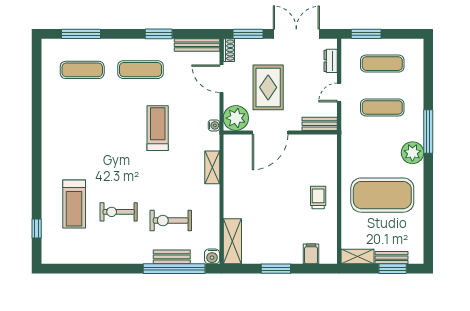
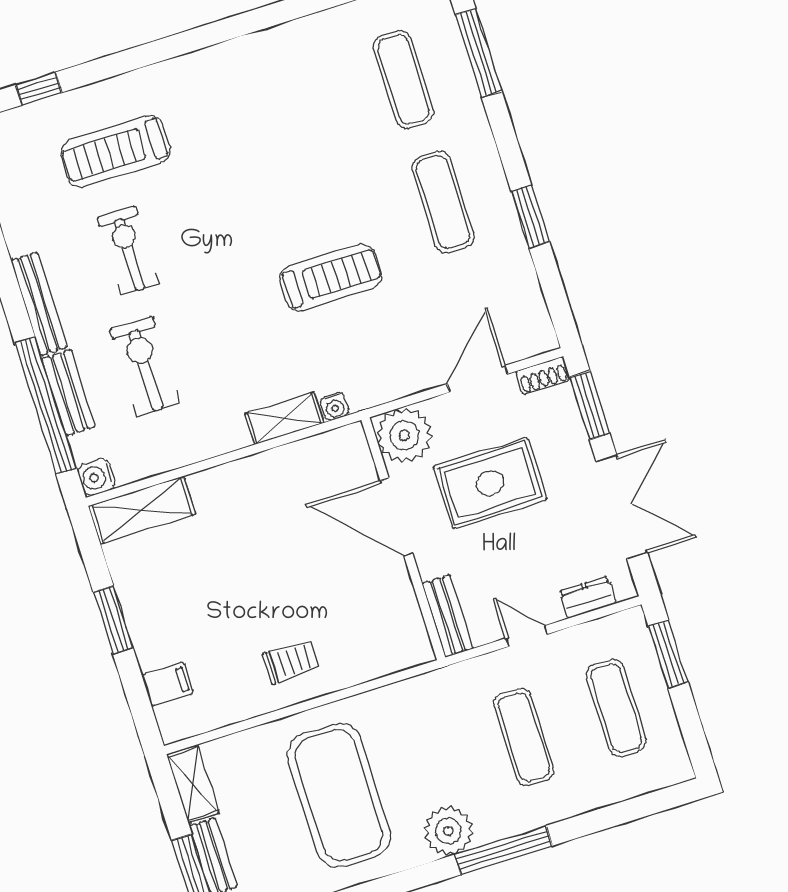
bench: (197, 45) -> (39, 304), moved
water cooler: (214, 125) -> (335, 406), moved

